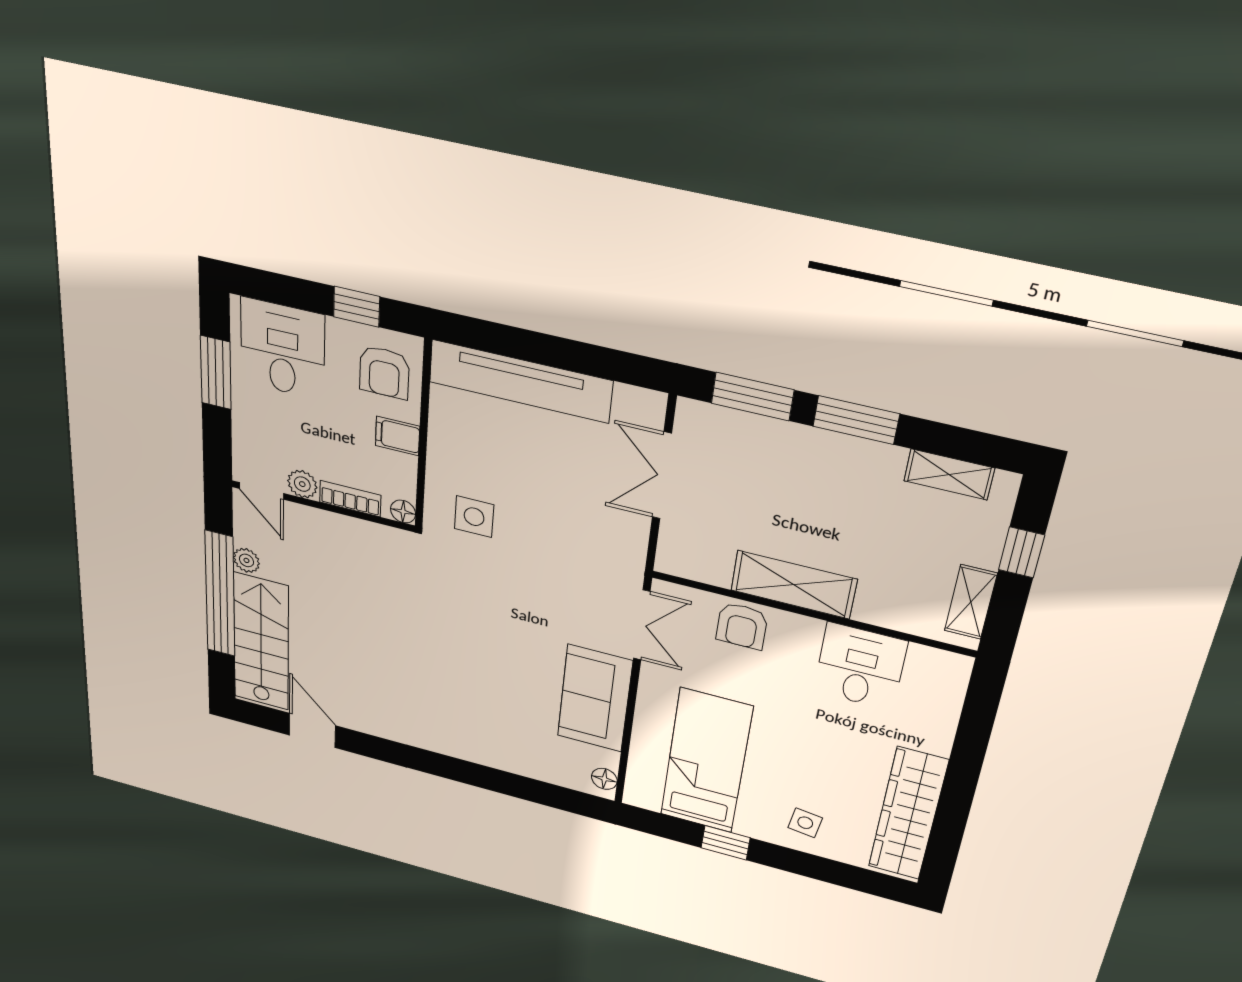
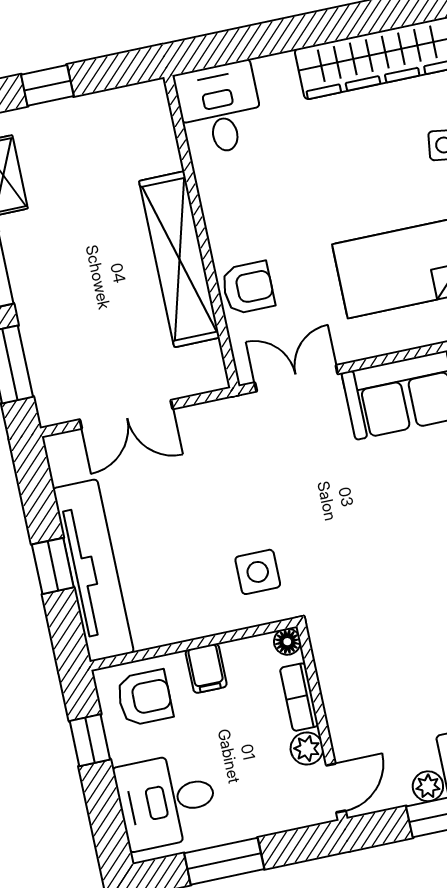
window: (536, 347) -> (53, 566), added
shelving: (794, 585) -> (179, 259), width x1.47
shelving: (971, 602) -> (118, 104), removed
desk: (860, 667) -> (220, 109), moved, turned 90

